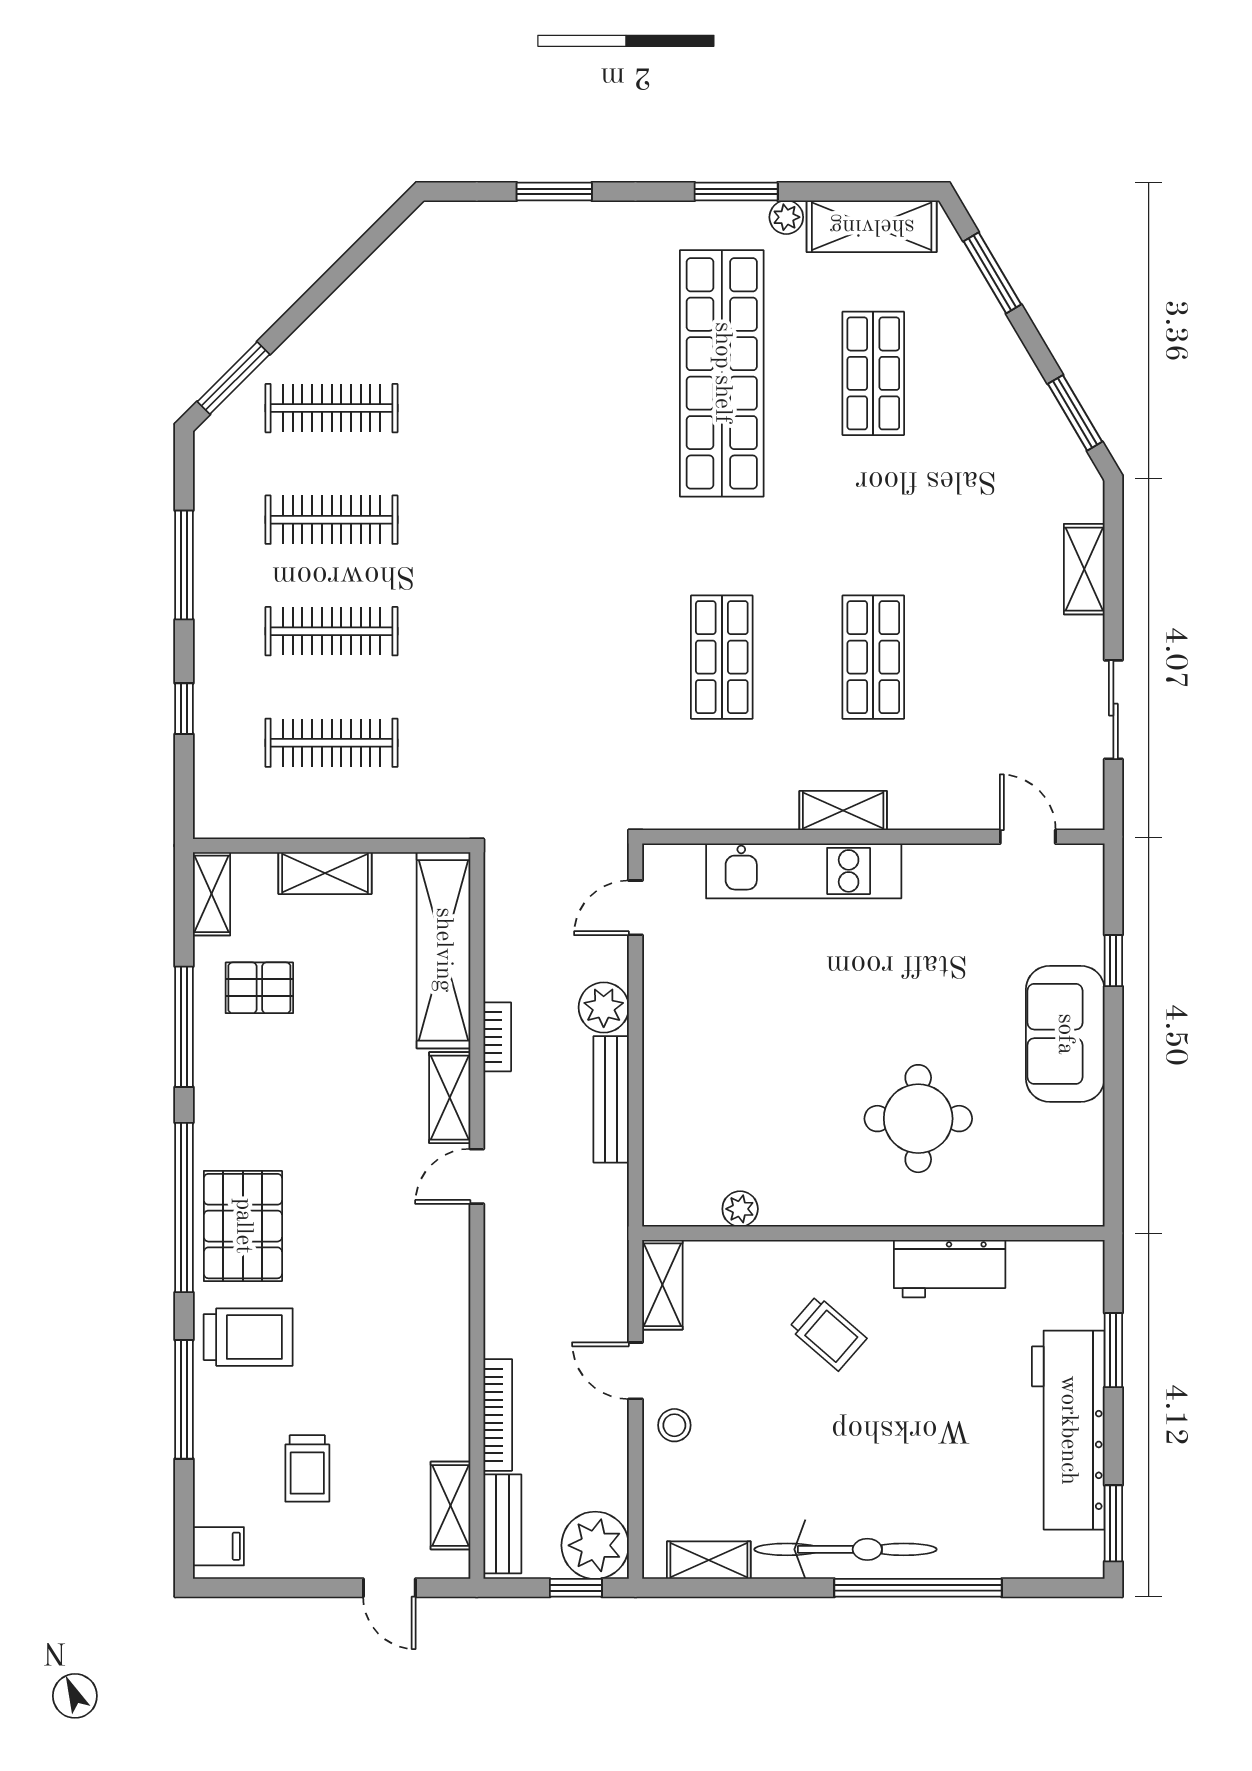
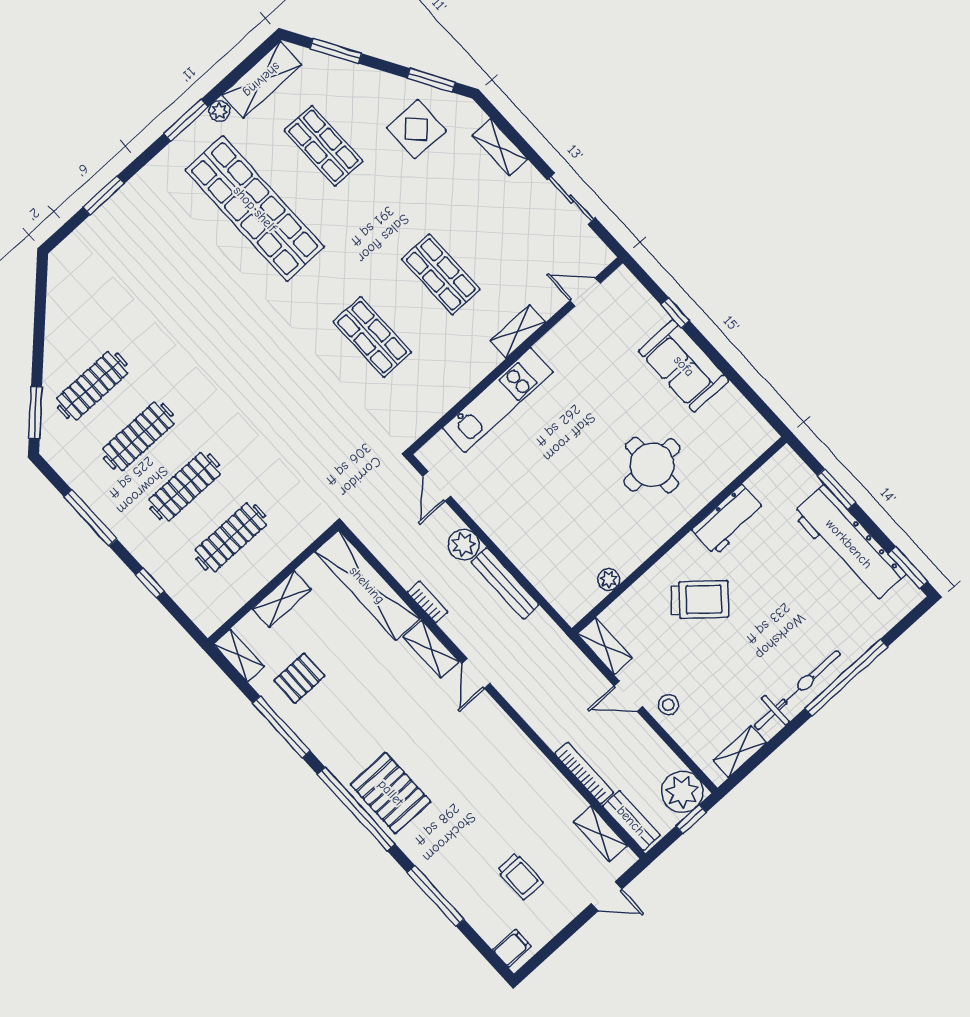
display table: (1004, 455) -> (416, 129), added
shelving: (843, 811) -> (518, 332), moved
trolley: (828, 1333) -> (700, 600), width x1.36, depth x1.39
trolley: (248, 1337) -> (439, 841), removed

